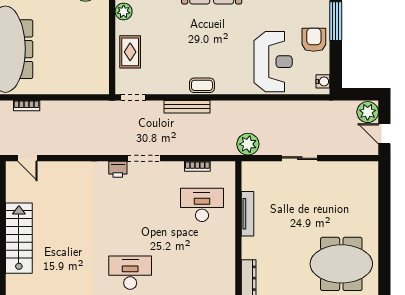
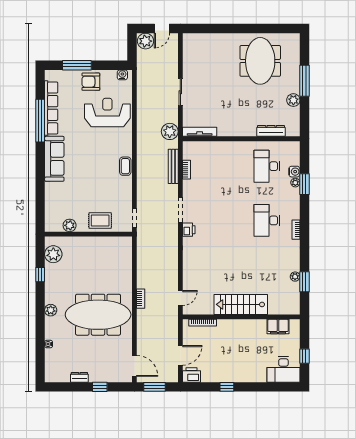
bench: (187, 107) -> (173, 166), moved
desk: (202, 205) -> (267, 166), moved
tv unit: (247, 214) -> (200, 132), moved

